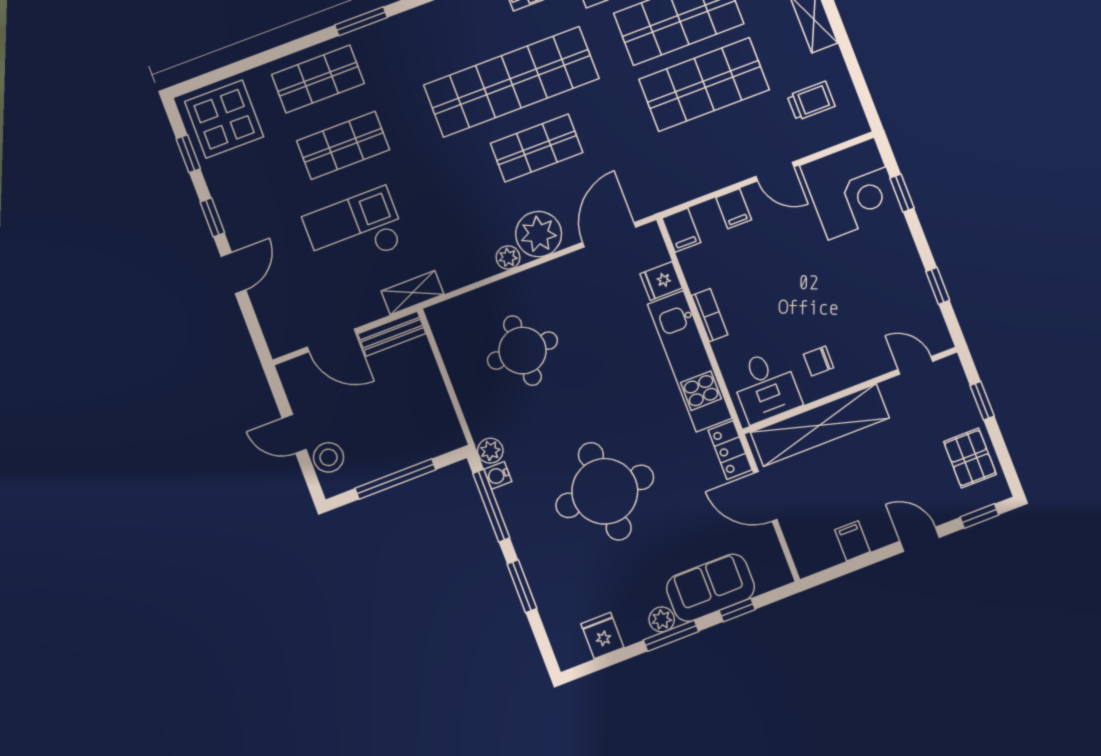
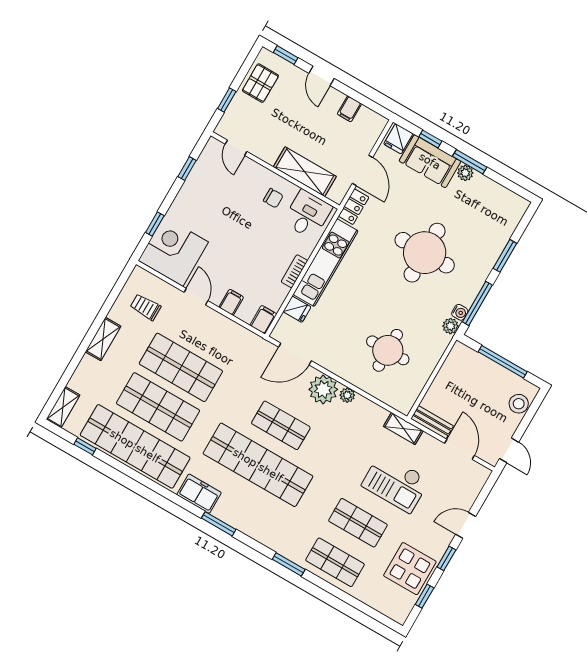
display table: (224, 119) -> (410, 569), moved
shelving: (820, 425) -> (305, 172), width x0.68
door: (294, 434) -> (509, 450), moved
fridge: (602, 636) -> (398, 139), moved

